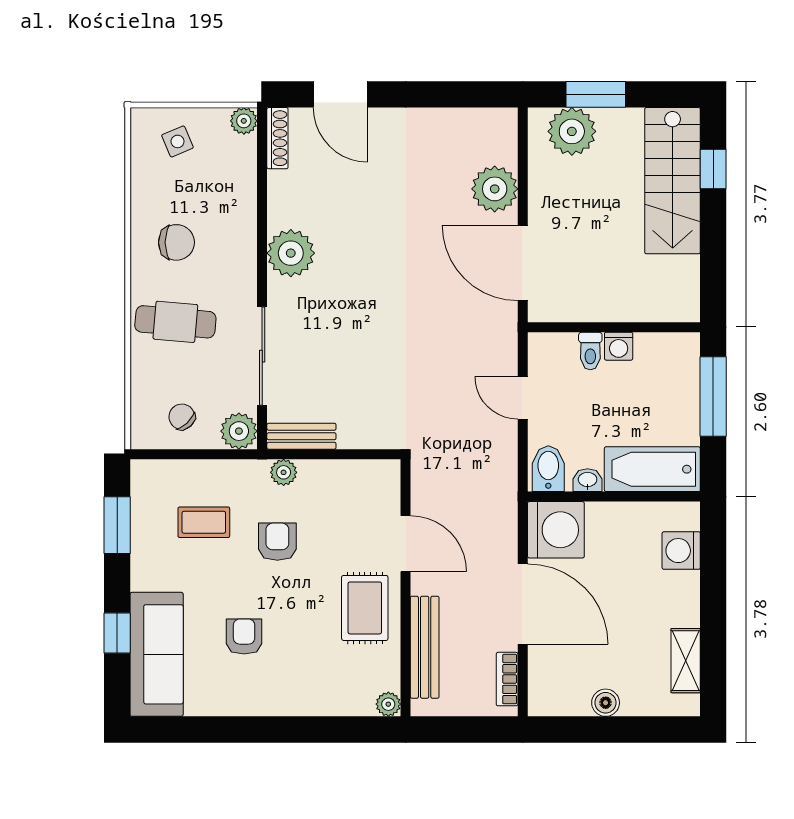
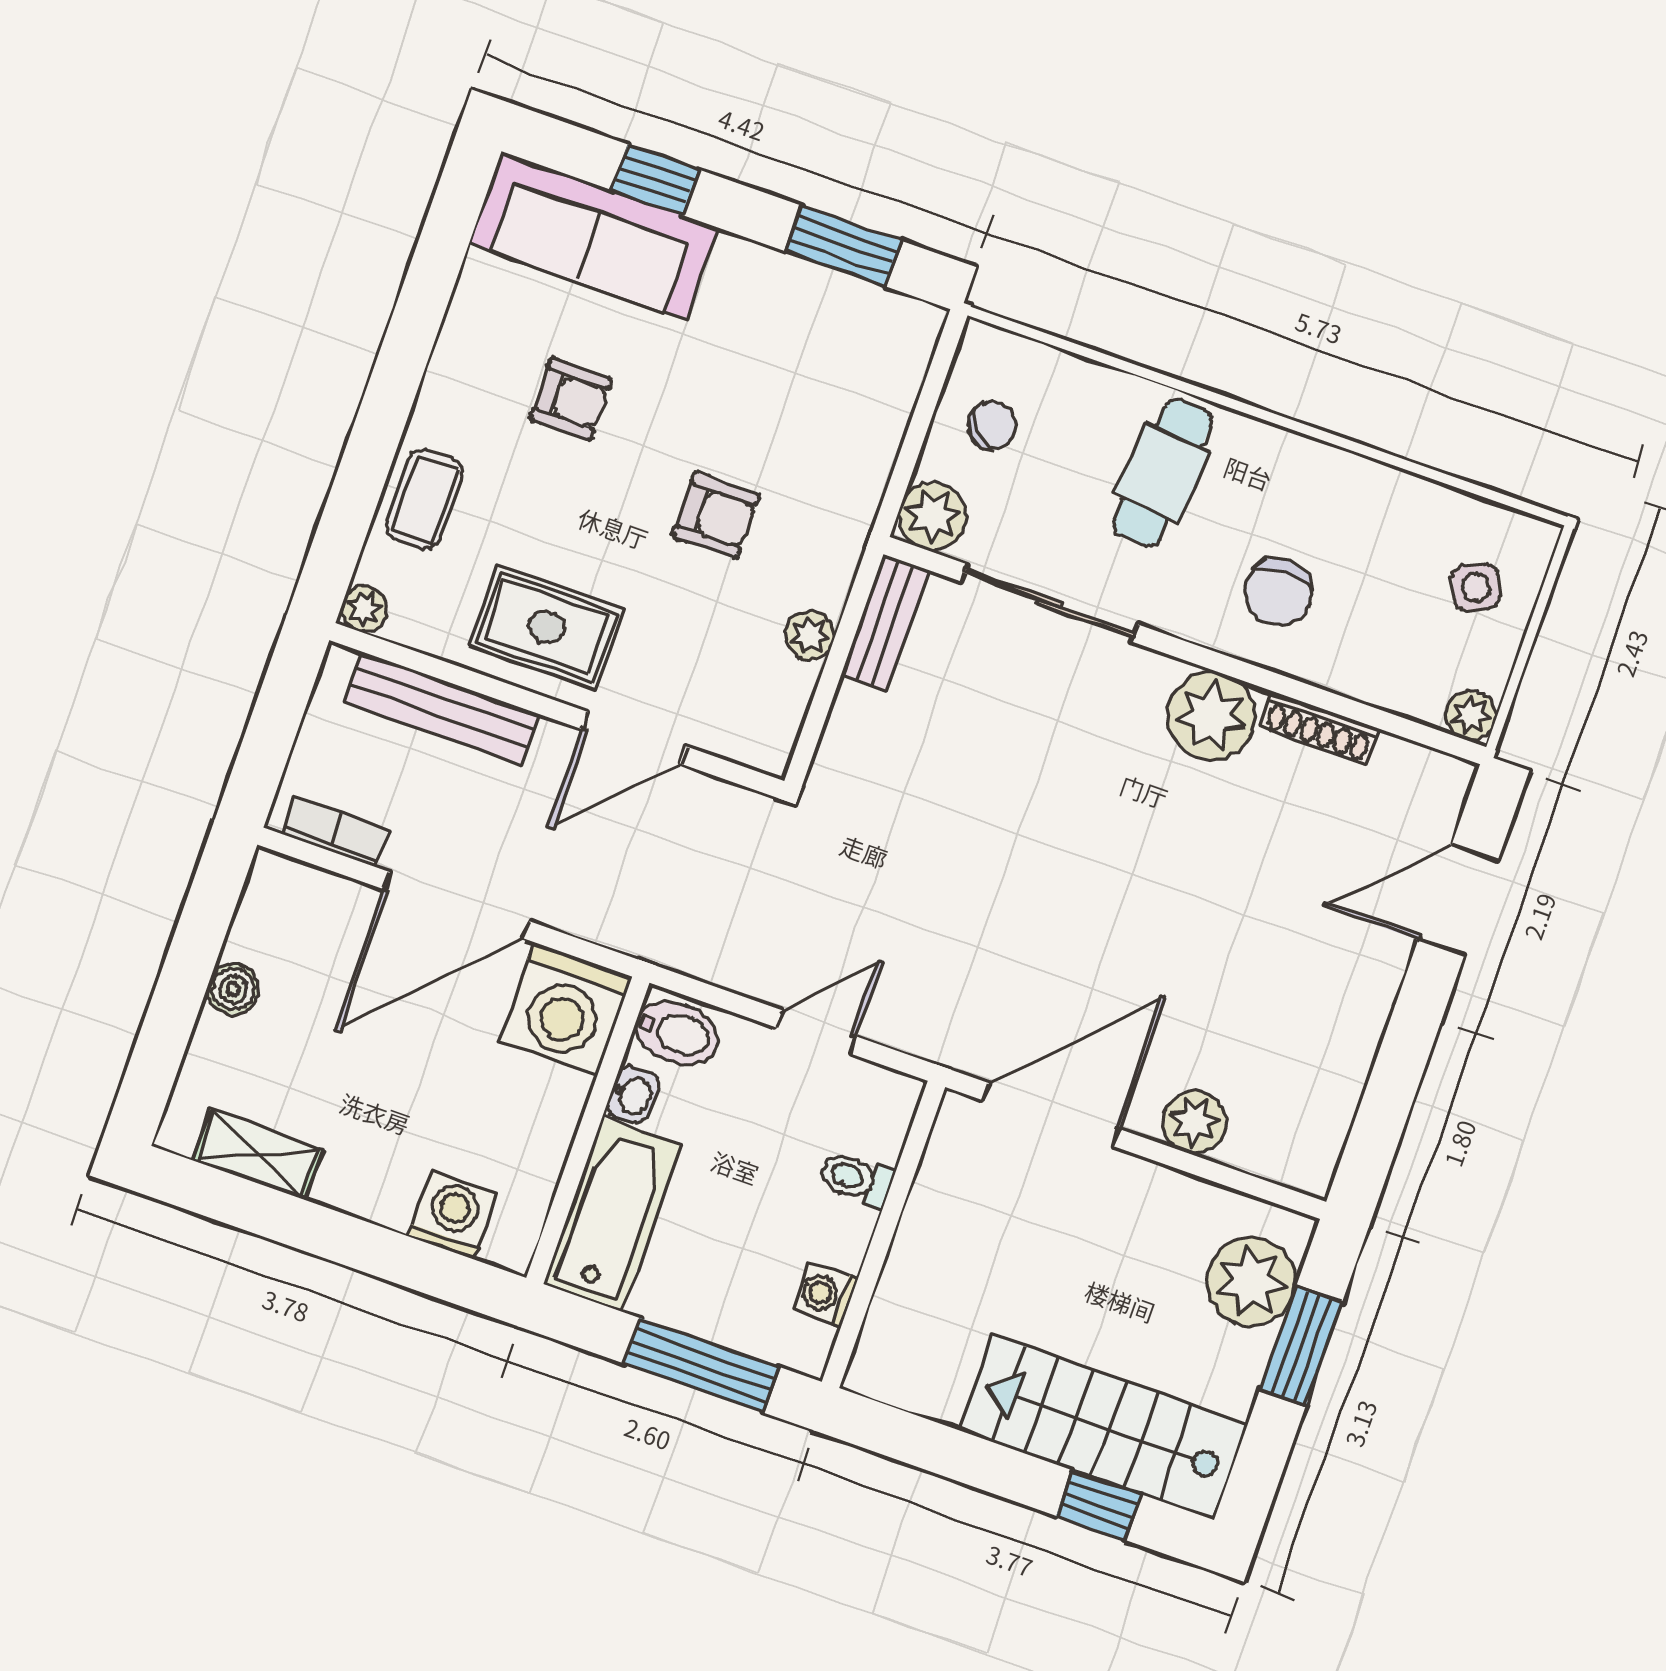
shoe rack: (277, 138) -> (1319, 728), moved
plant: (495, 189) -> (1194, 1122), width x0.73, depth x0.73
chair: (176, 242) -> (1279, 592), moved
washing machine: (619, 346) -> (825, 1294), moved
plant: (284, 472) -> (810, 635), moved
coffee table: (204, 522) -> (424, 499), moved

